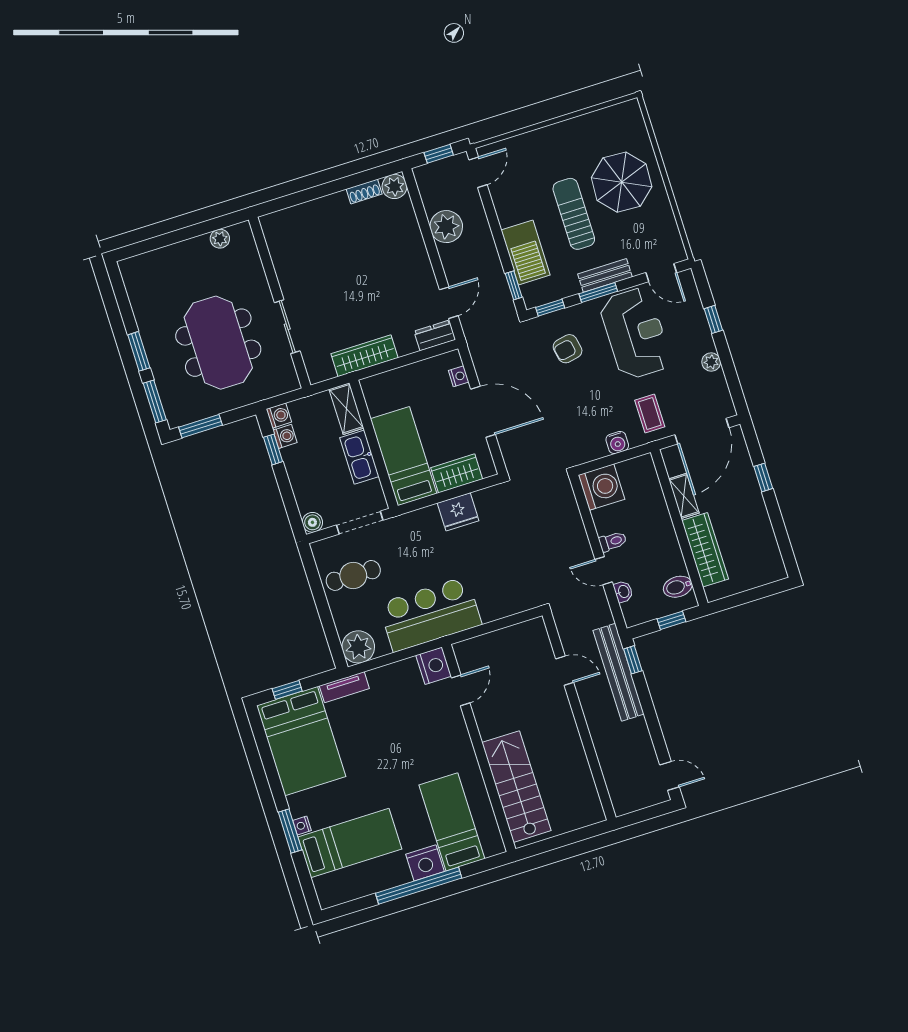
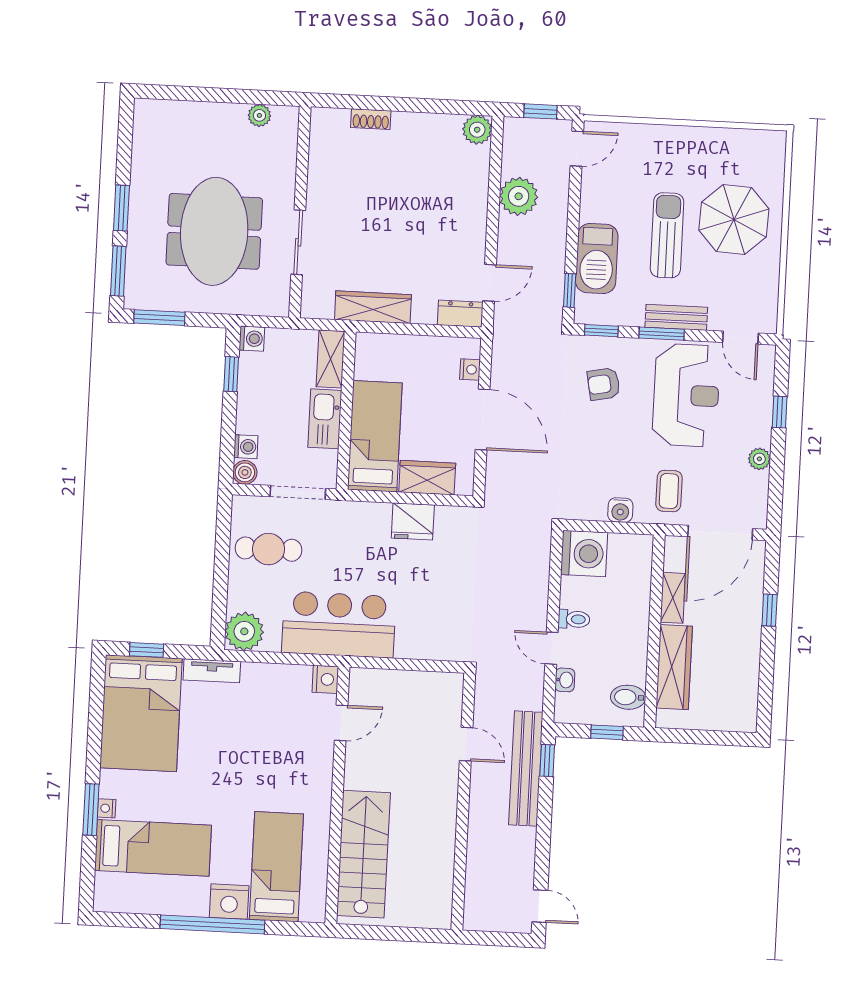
shoe rack: (364, 192) -> (371, 119), moved
washing machine: (285, 436) -> (246, 447), moved
nightstand: (434, 666) -> (325, 679), width x0.74, depth x0.75

